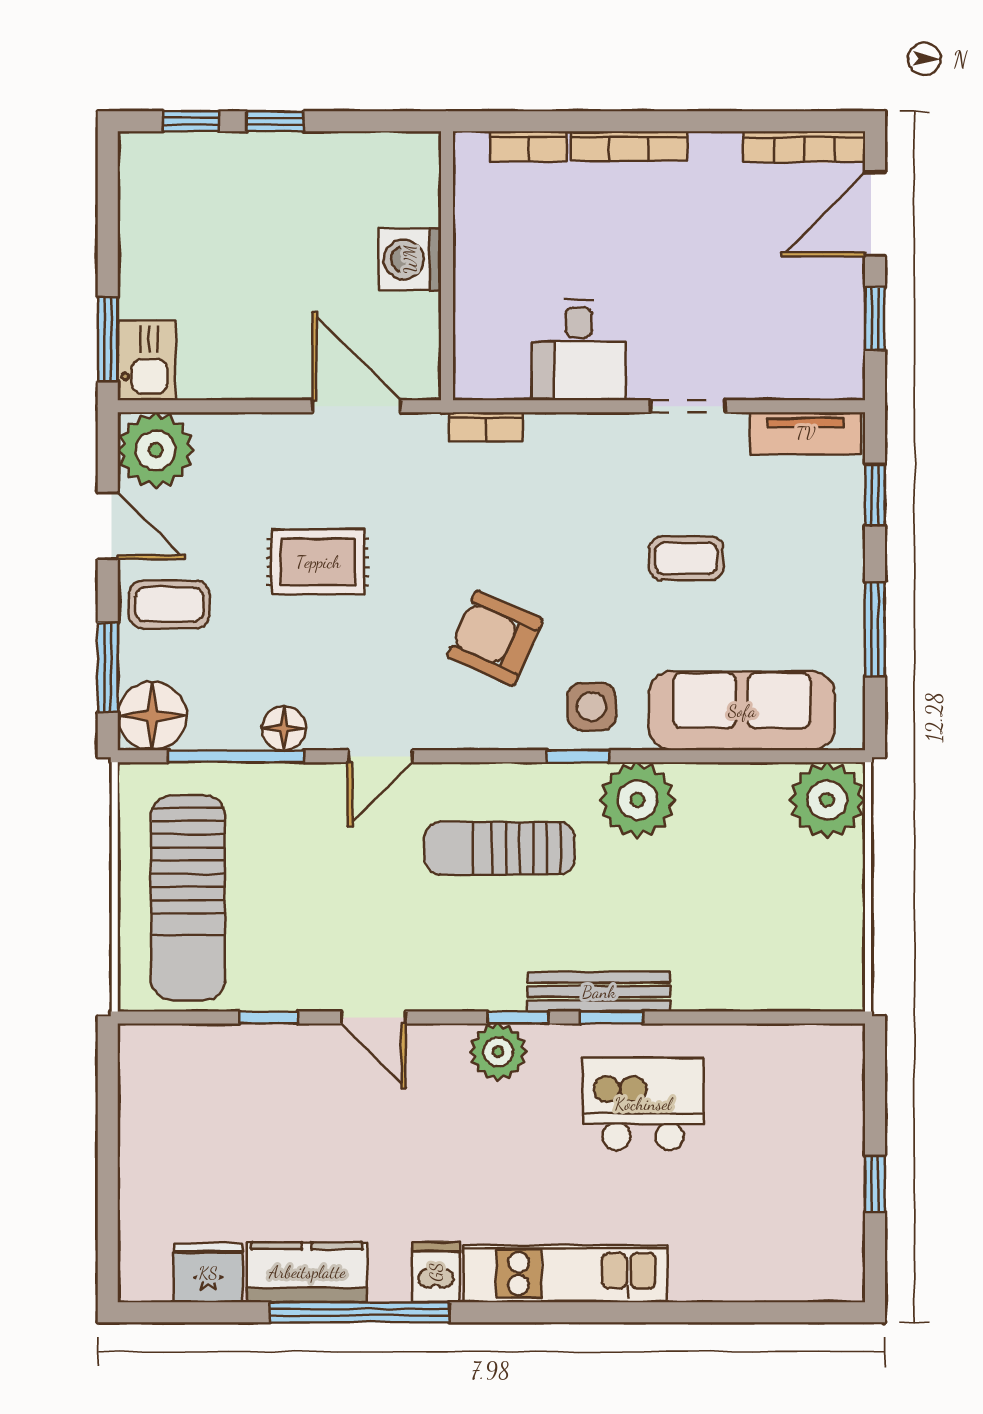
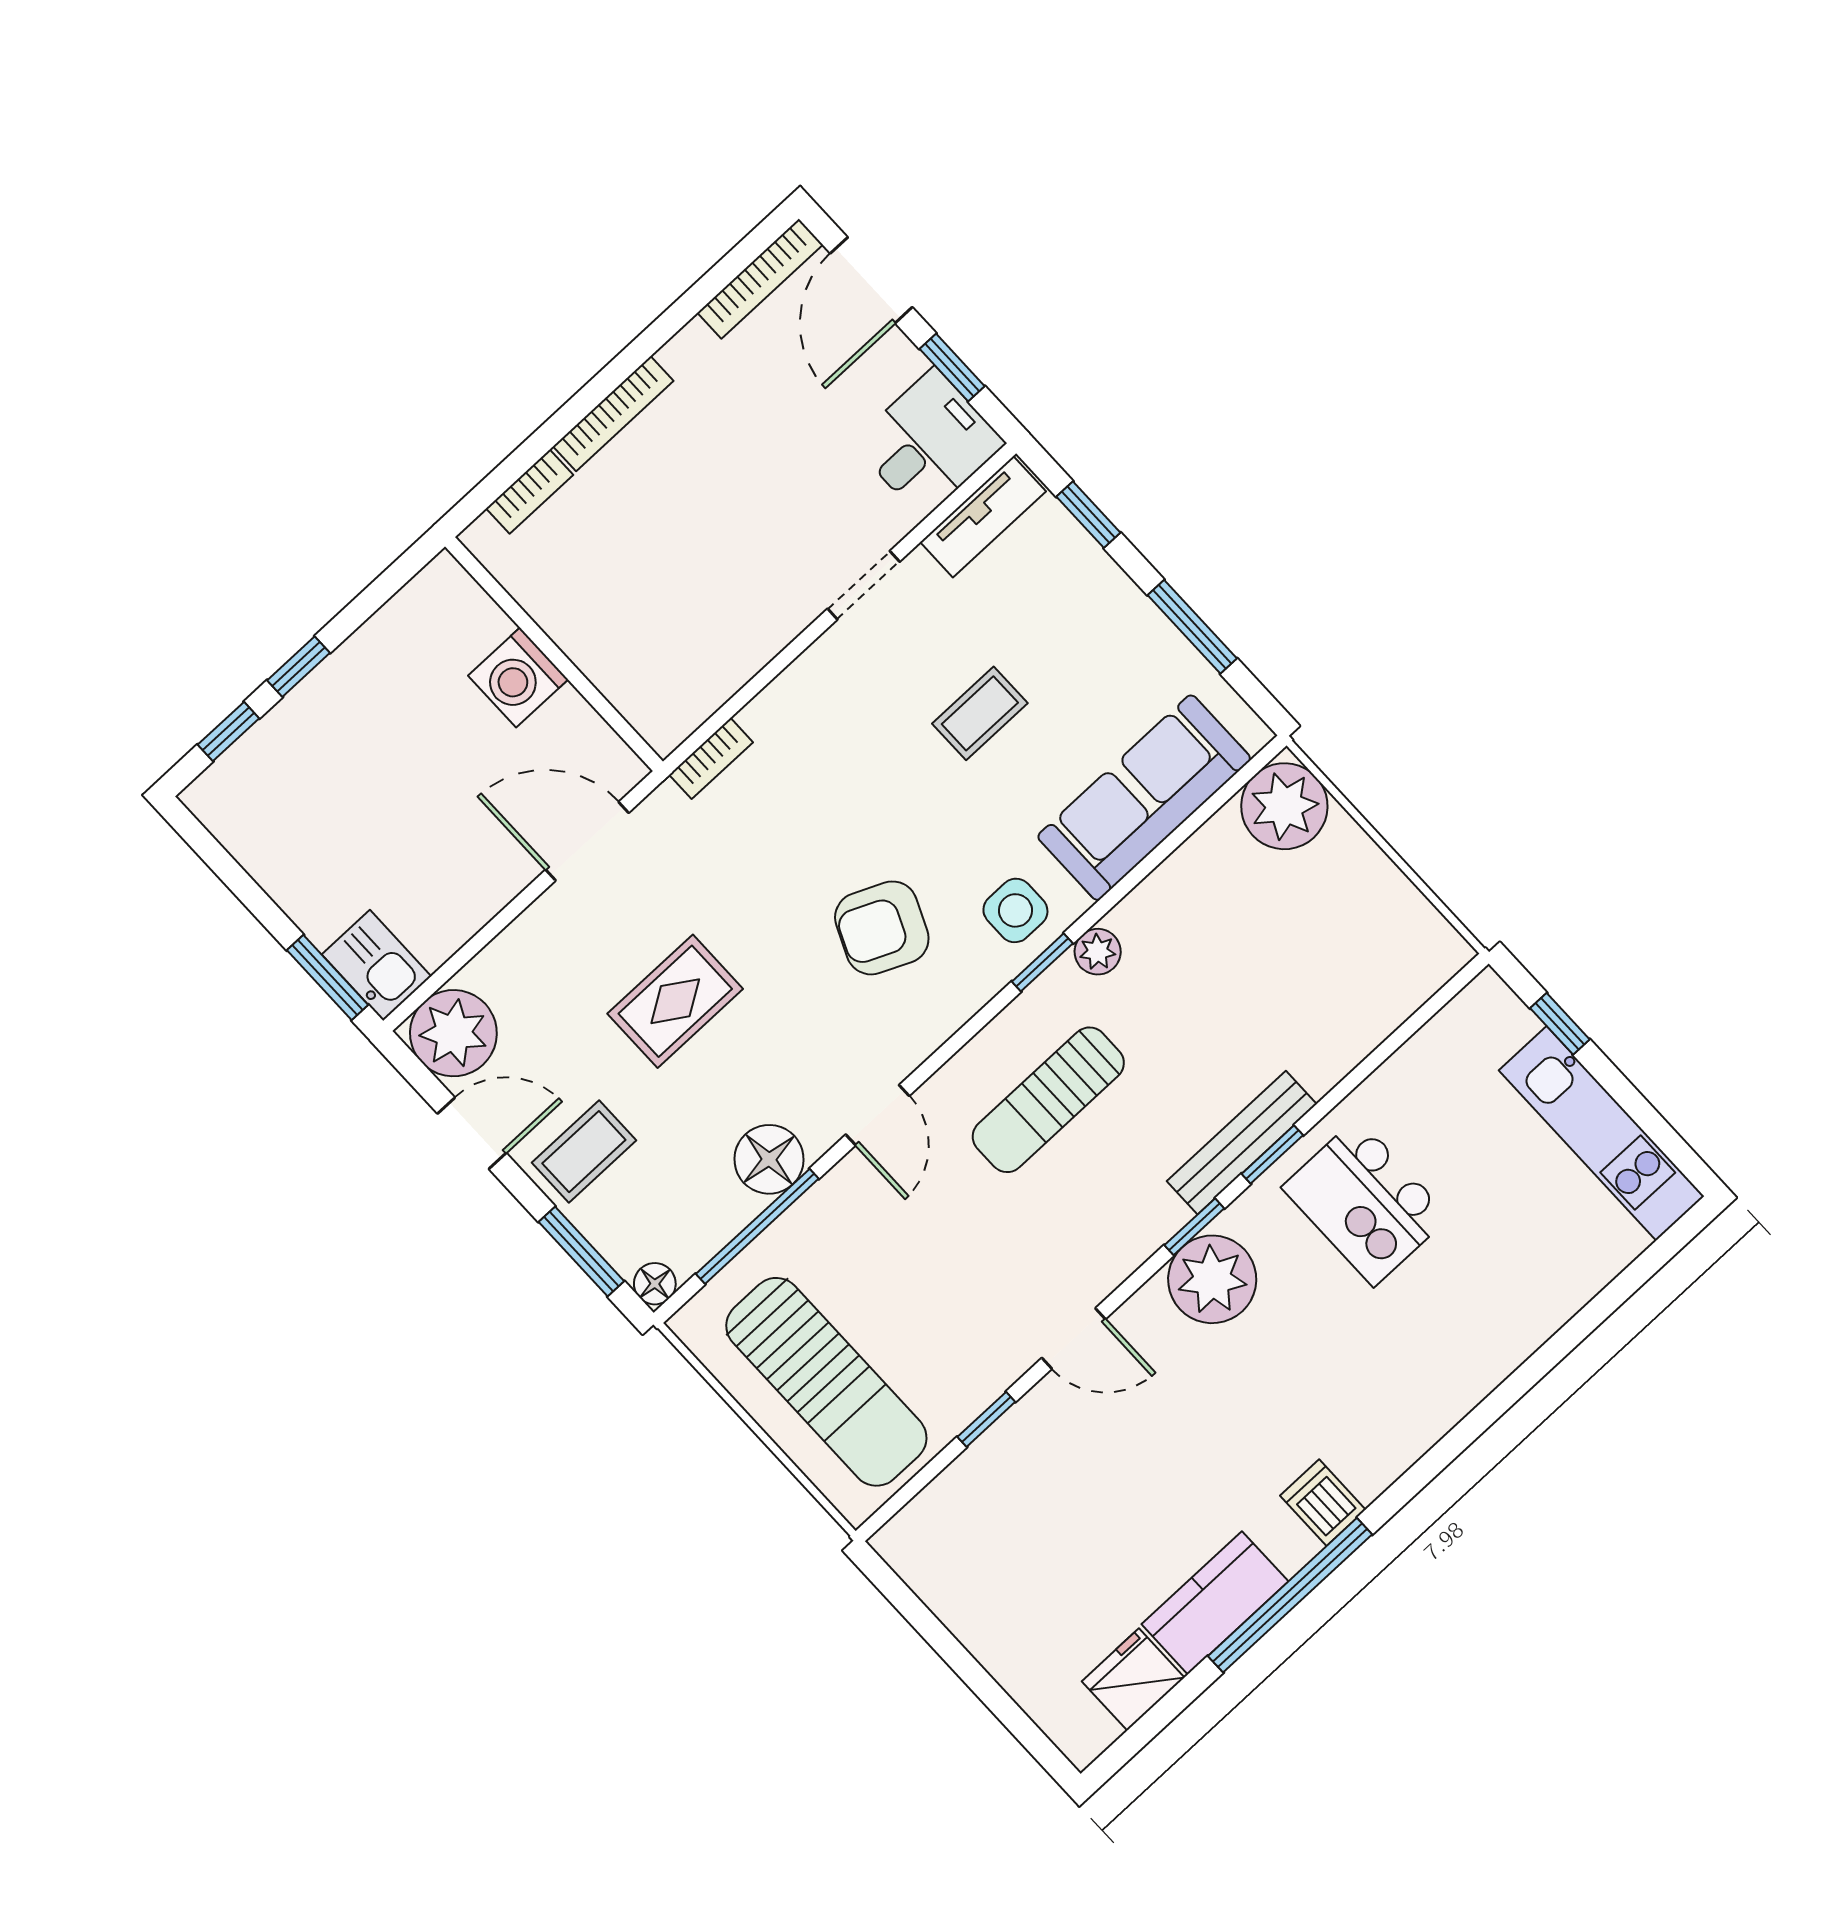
desk: (579, 350) -> (929, 443), moved, turned -90
floor lamp: (152, 716) -> (655, 1284), width x0.53, depth x0.53
floor lamp: (284, 728) -> (769, 1159), width x1.38, depth x1.38
plant: (637, 800) -> (1098, 952), width x0.53, depth x0.53
plant: (498, 1052) -> (1212, 1279), width x1.36, depth x1.36
kitchen island: (643, 1104) -> (1366, 1202), turned -90
window: (875, 1184) -> (1560, 1024), moved
kitchen unit: (566, 1274) -> (1601, 1133), moved, turned -90

